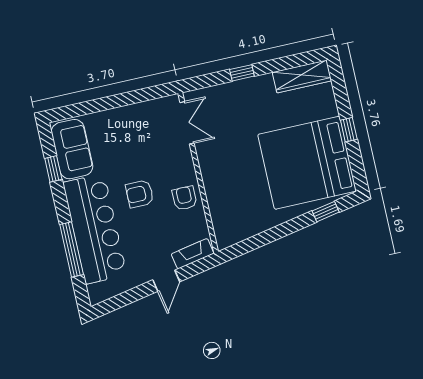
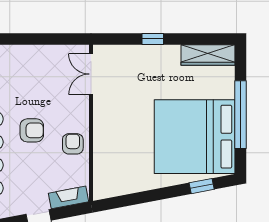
double door: (187, 123) -> (91, 74), swing flipped
window: (349, 130) -> (240, 115), width x3.17
armchair: (140, 194) -> (32, 130), turned 180

